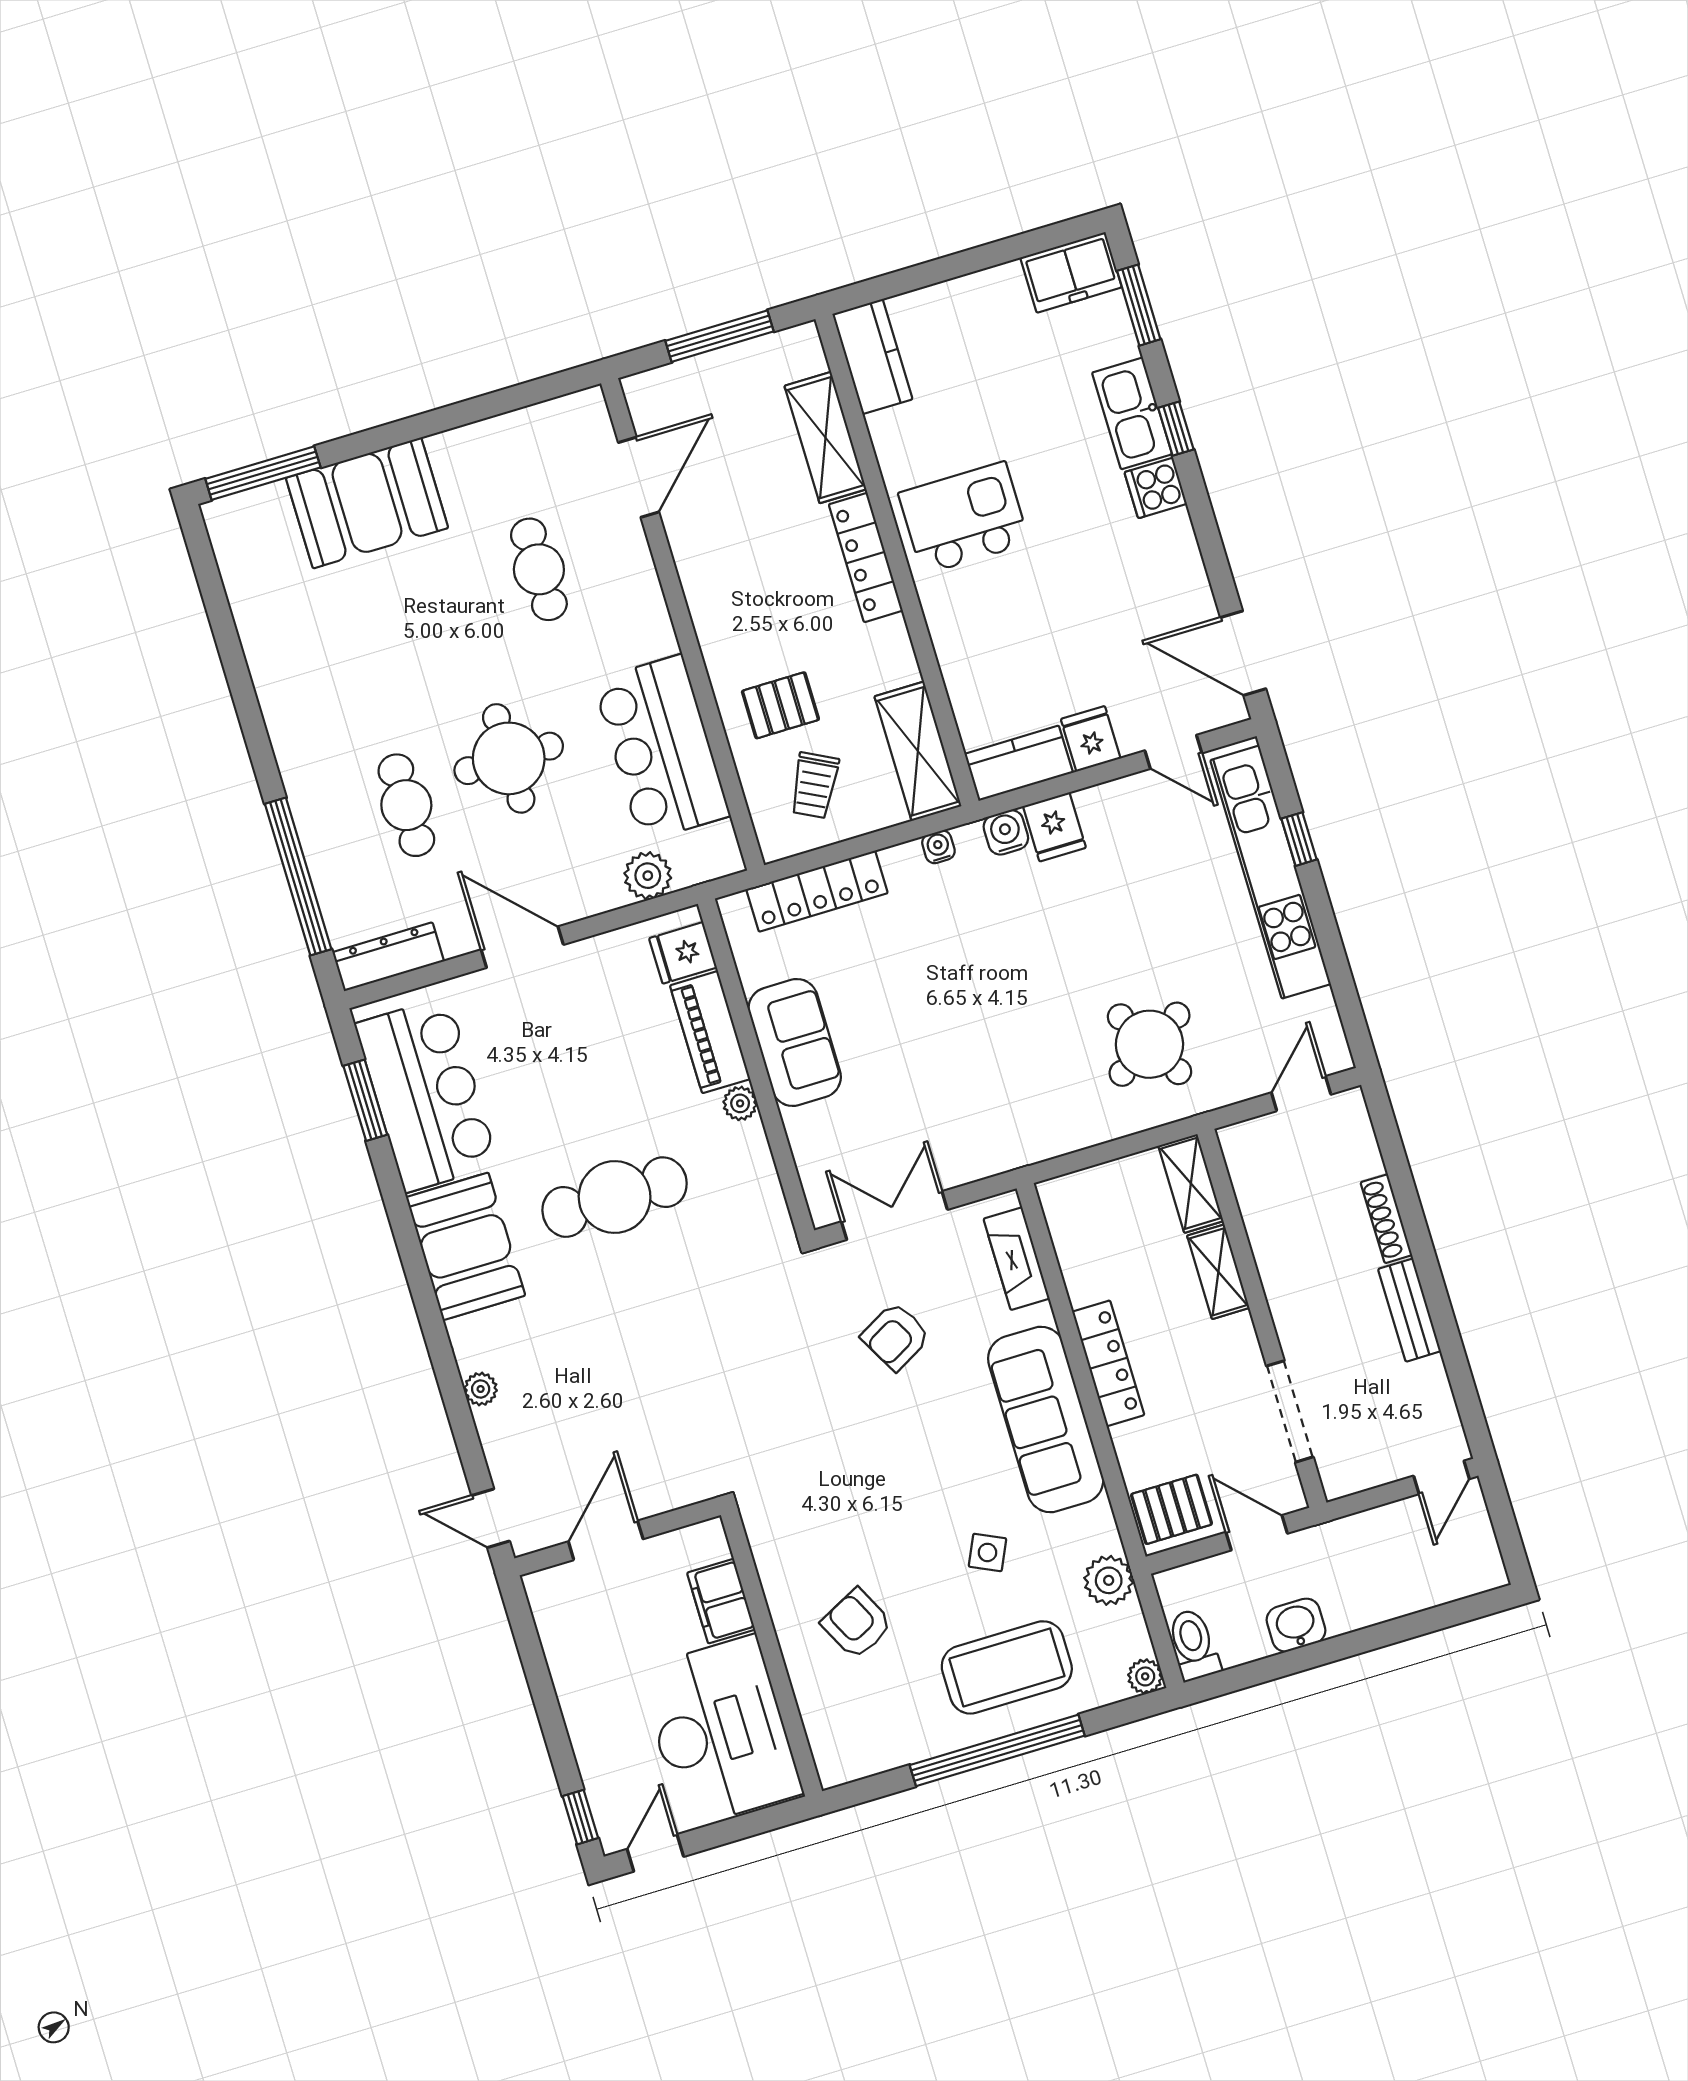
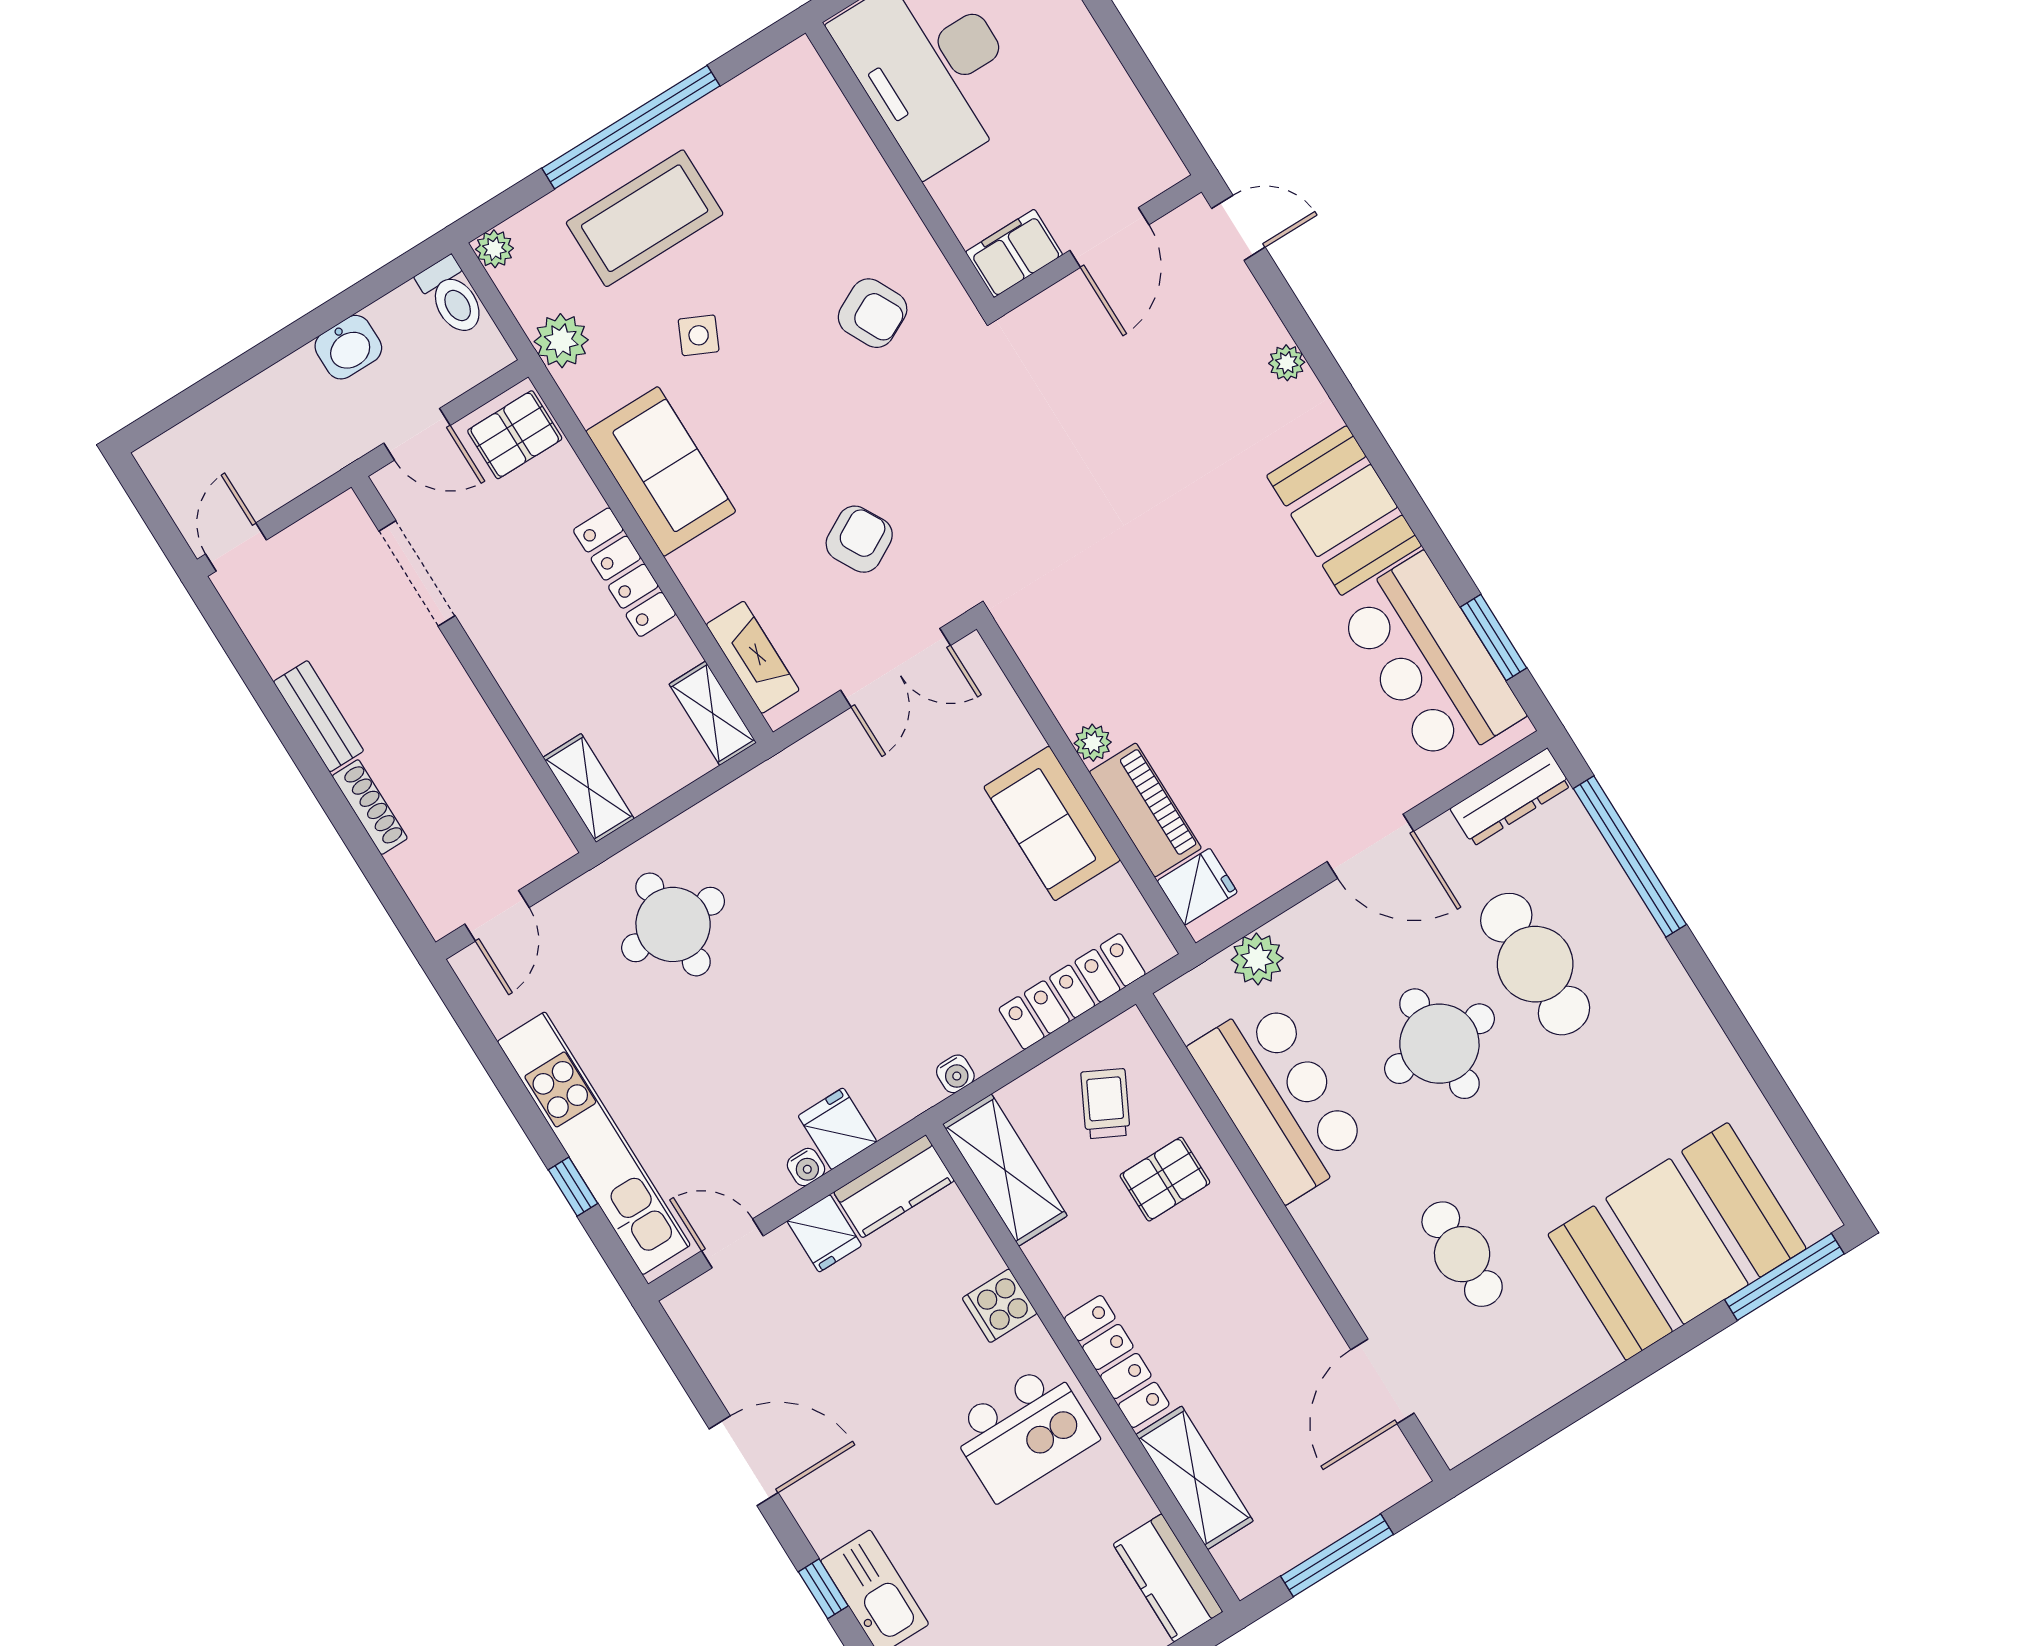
cooker: (1156, 488) -> (1000, 1306), moved, turned 180
booth: (367, 503) -> (1677, 1241), width x1.36, depth x1.42
door: (1243, 653) -> (744, 1461), moved
cafe table: (406, 805) -> (1535, 964), width x1.37, depth x1.35
water cooler: (1006, 832) -> (806, 1167), moved, width x0.72, depth x0.72
round table: (1149, 1044) -> (673, 924), turned 30
cafe table: (615, 1197) -> (1199, 606), removed
shelving: (1218, 1272) -> (713, 713), moved
sofa: (1046, 1419) -> (661, 471), width x0.73
filing cabinet: (721, 1601) -> (1014, 253), moved, turned -90
armchair: (857, 1624) -> (873, 313), moved

